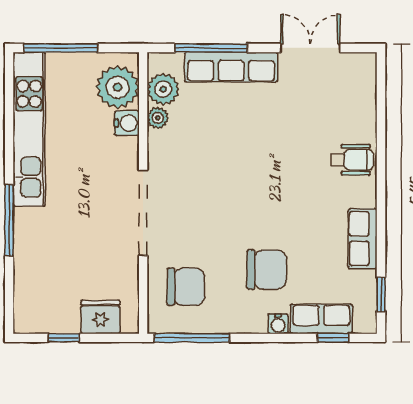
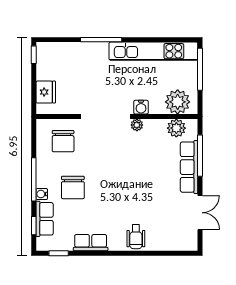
plant: (158, 118) -> (137, 125), moved
water cooler: (127, 123) -> (141, 107), moved
window: (64, 338) -> (34, 55), moved
window: (192, 338) -> (34, 179), moved

